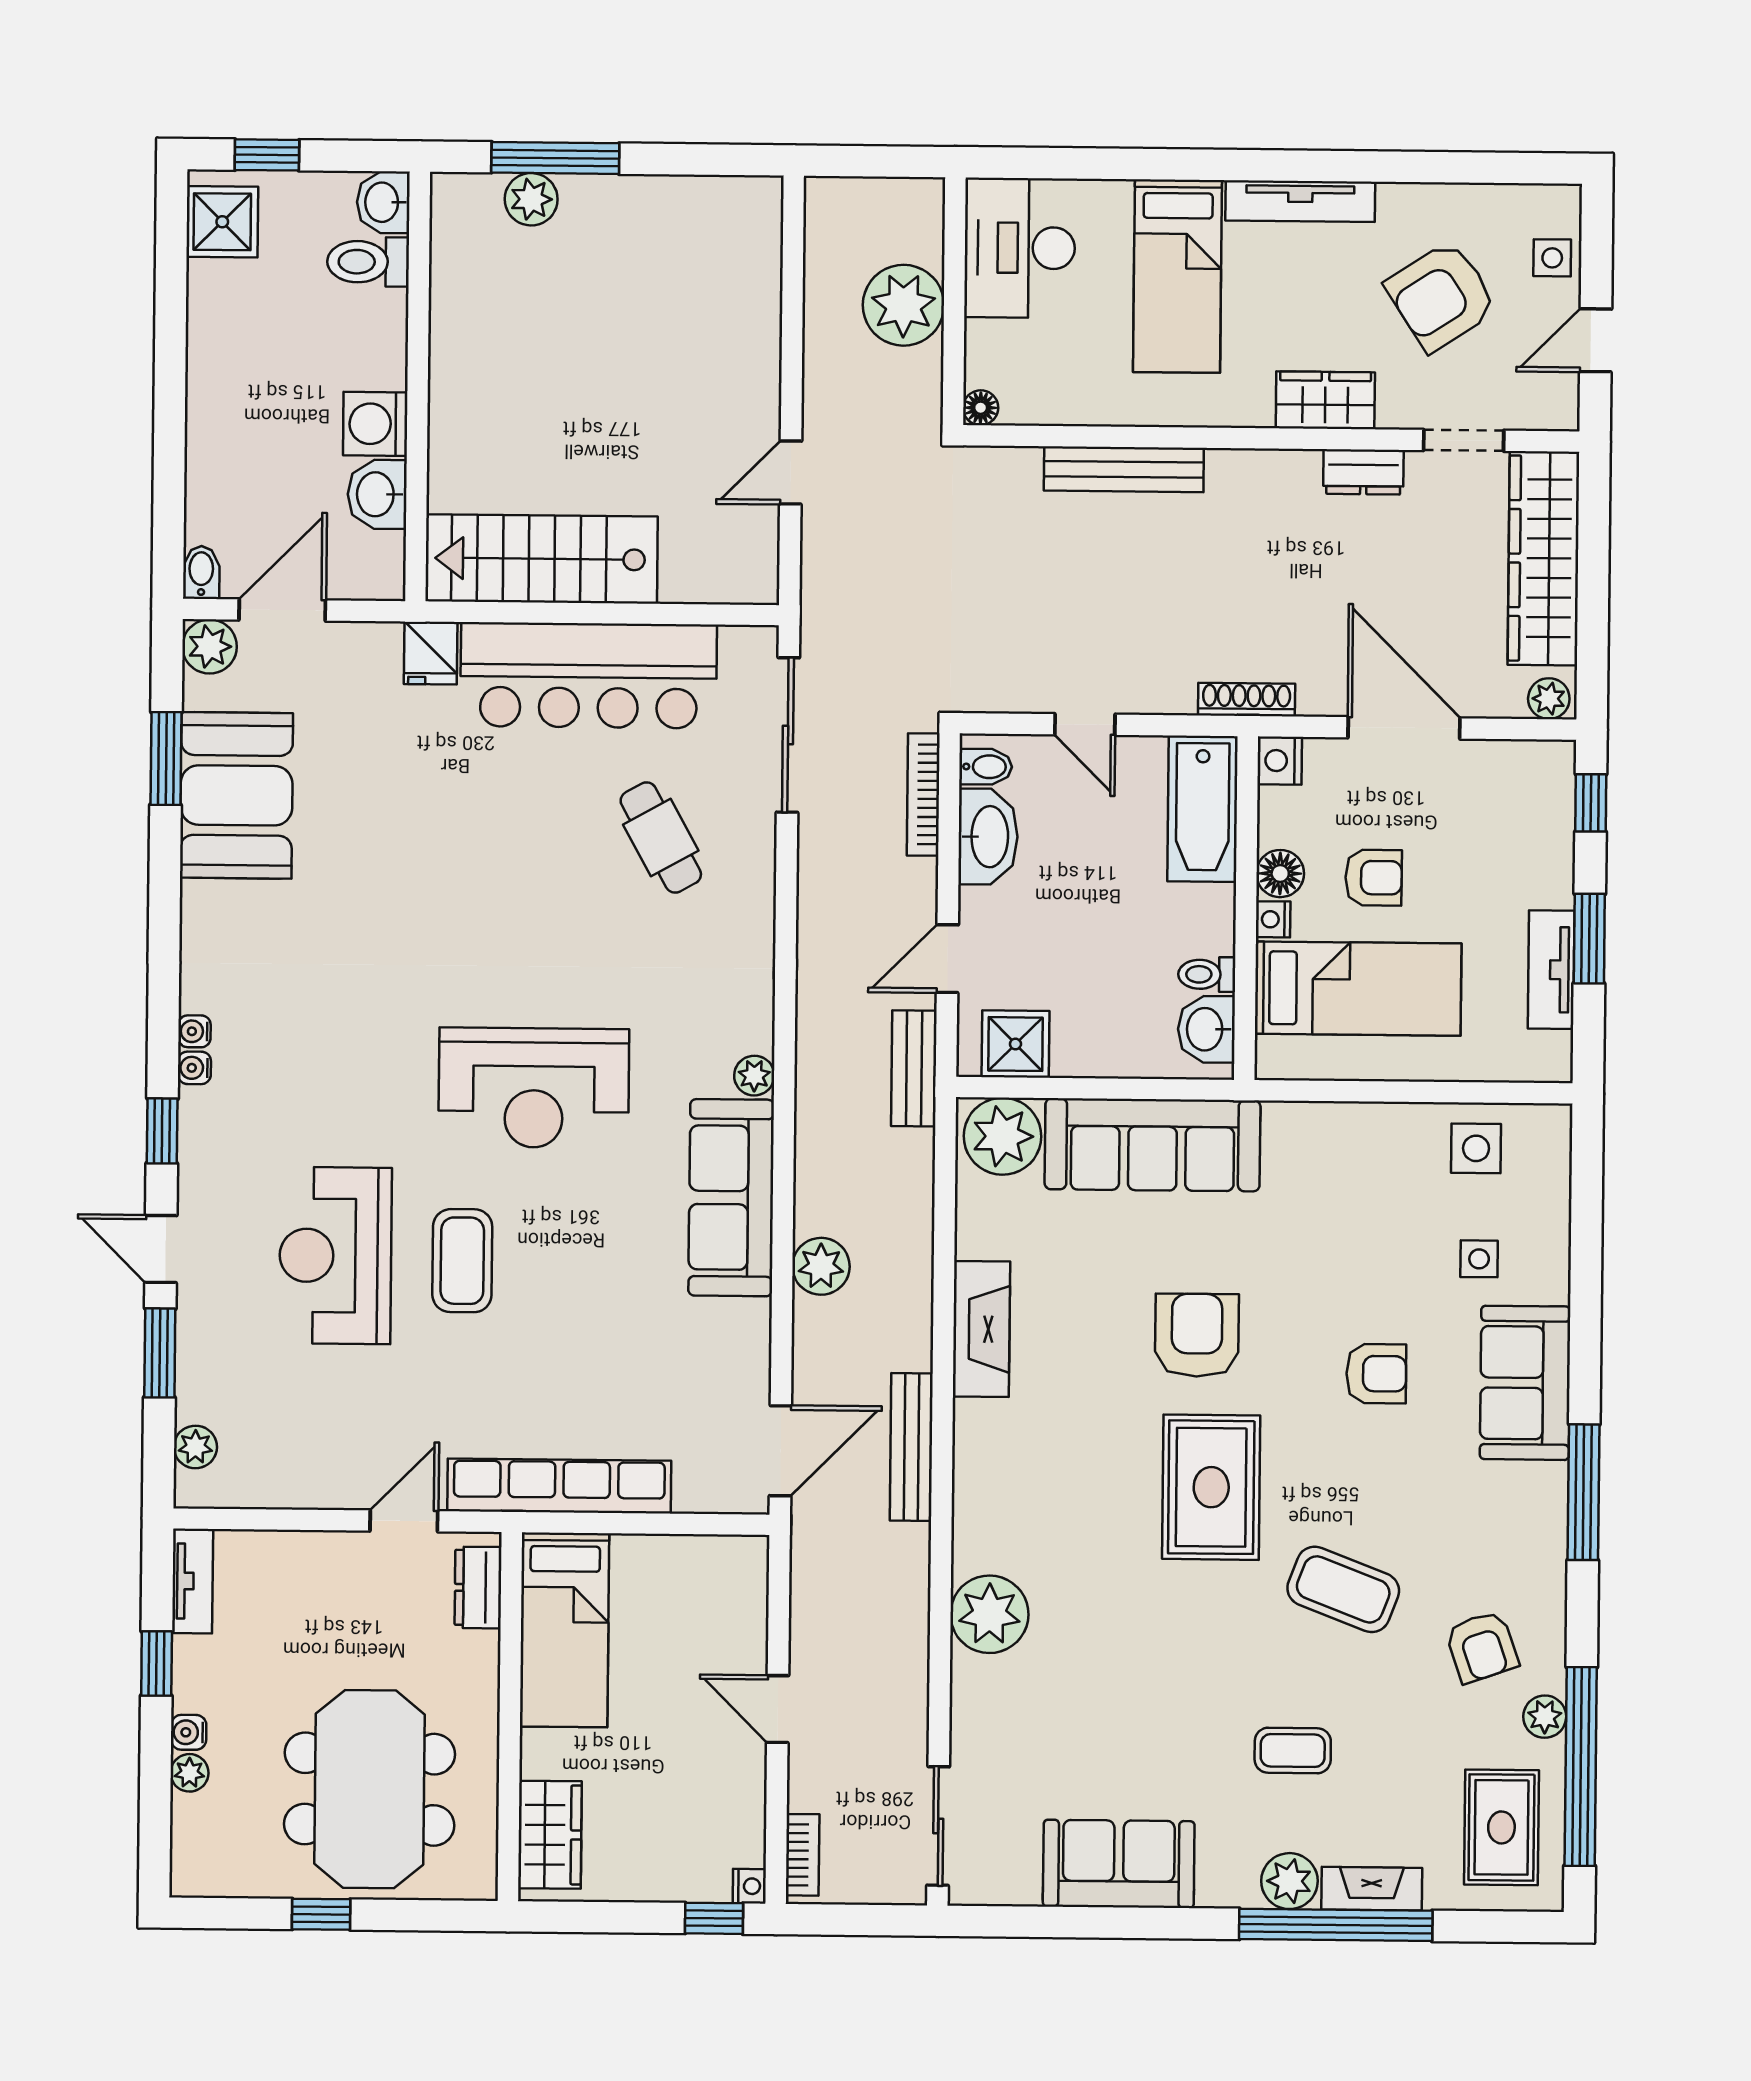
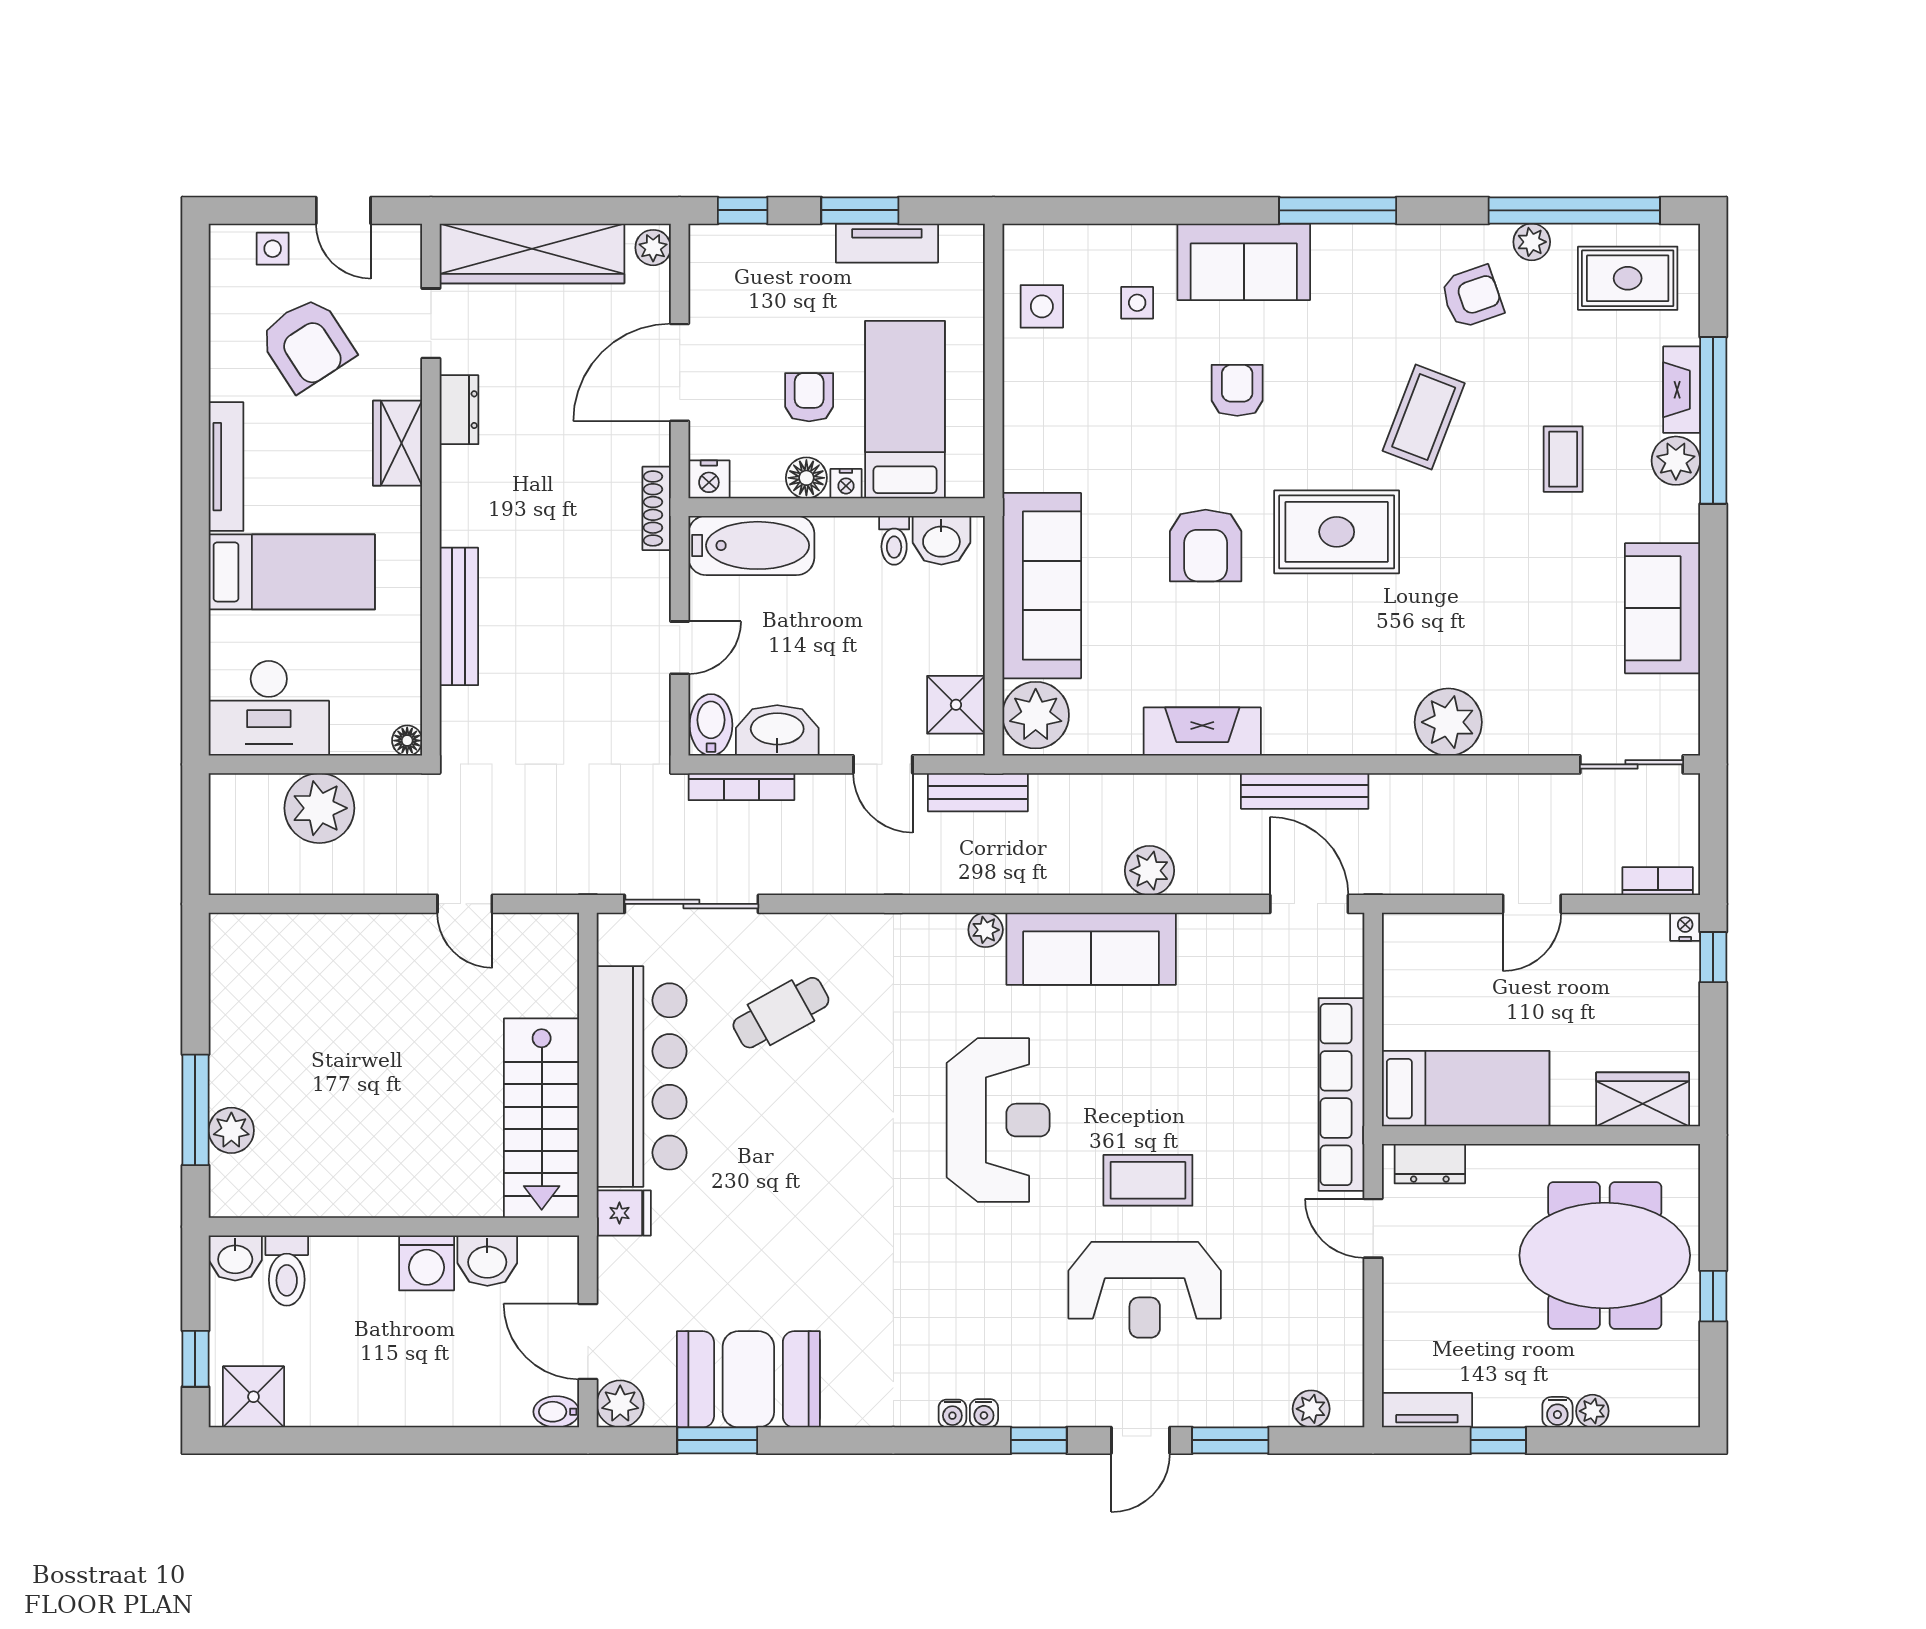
bidet: (986, 767) -> (711, 725), width x1.38, depth x1.36
armchair: (1197, 1335) -> (1206, 546), turned -90

